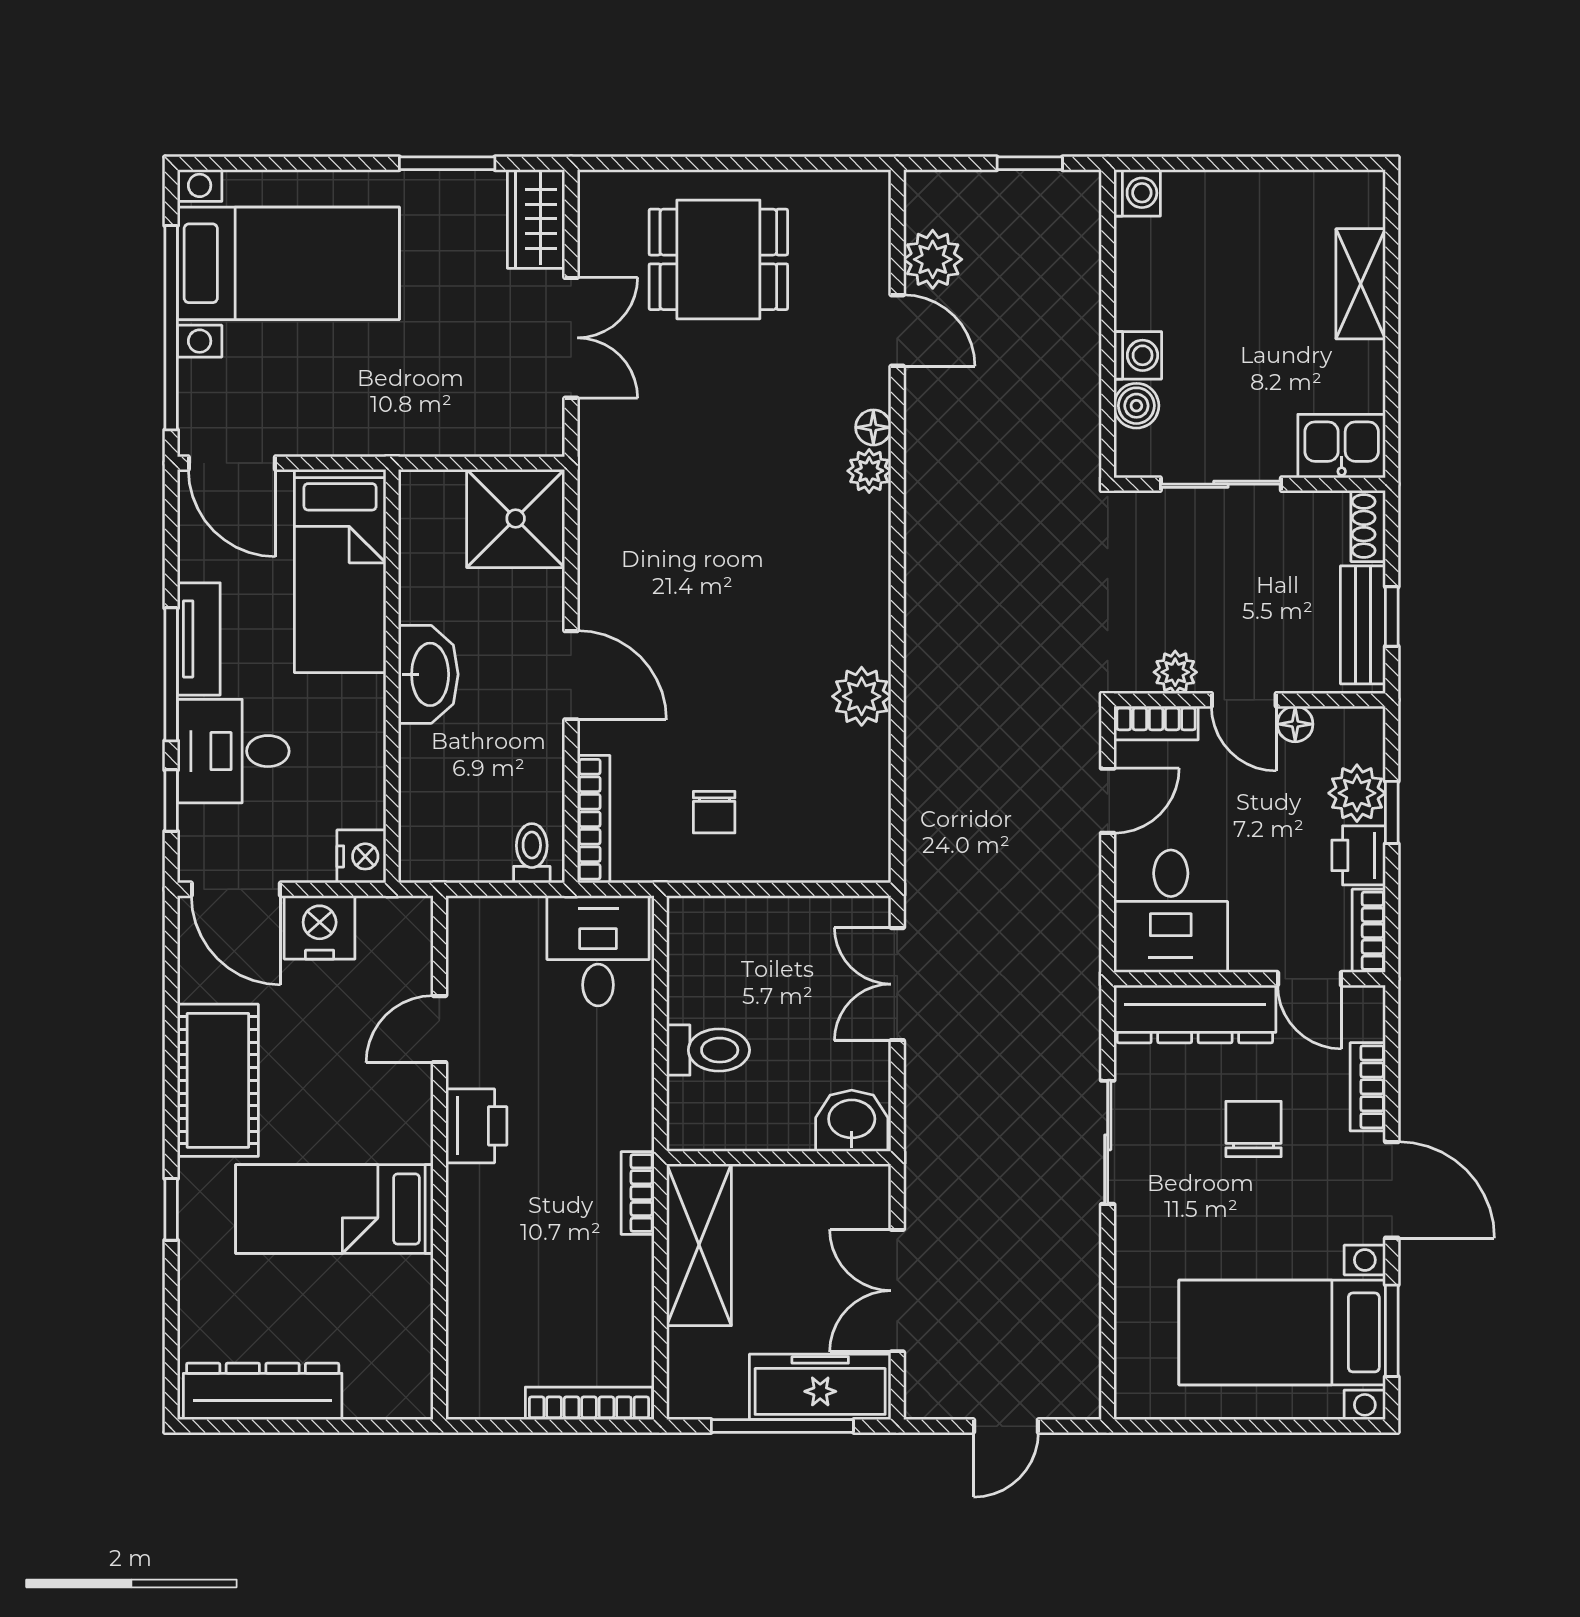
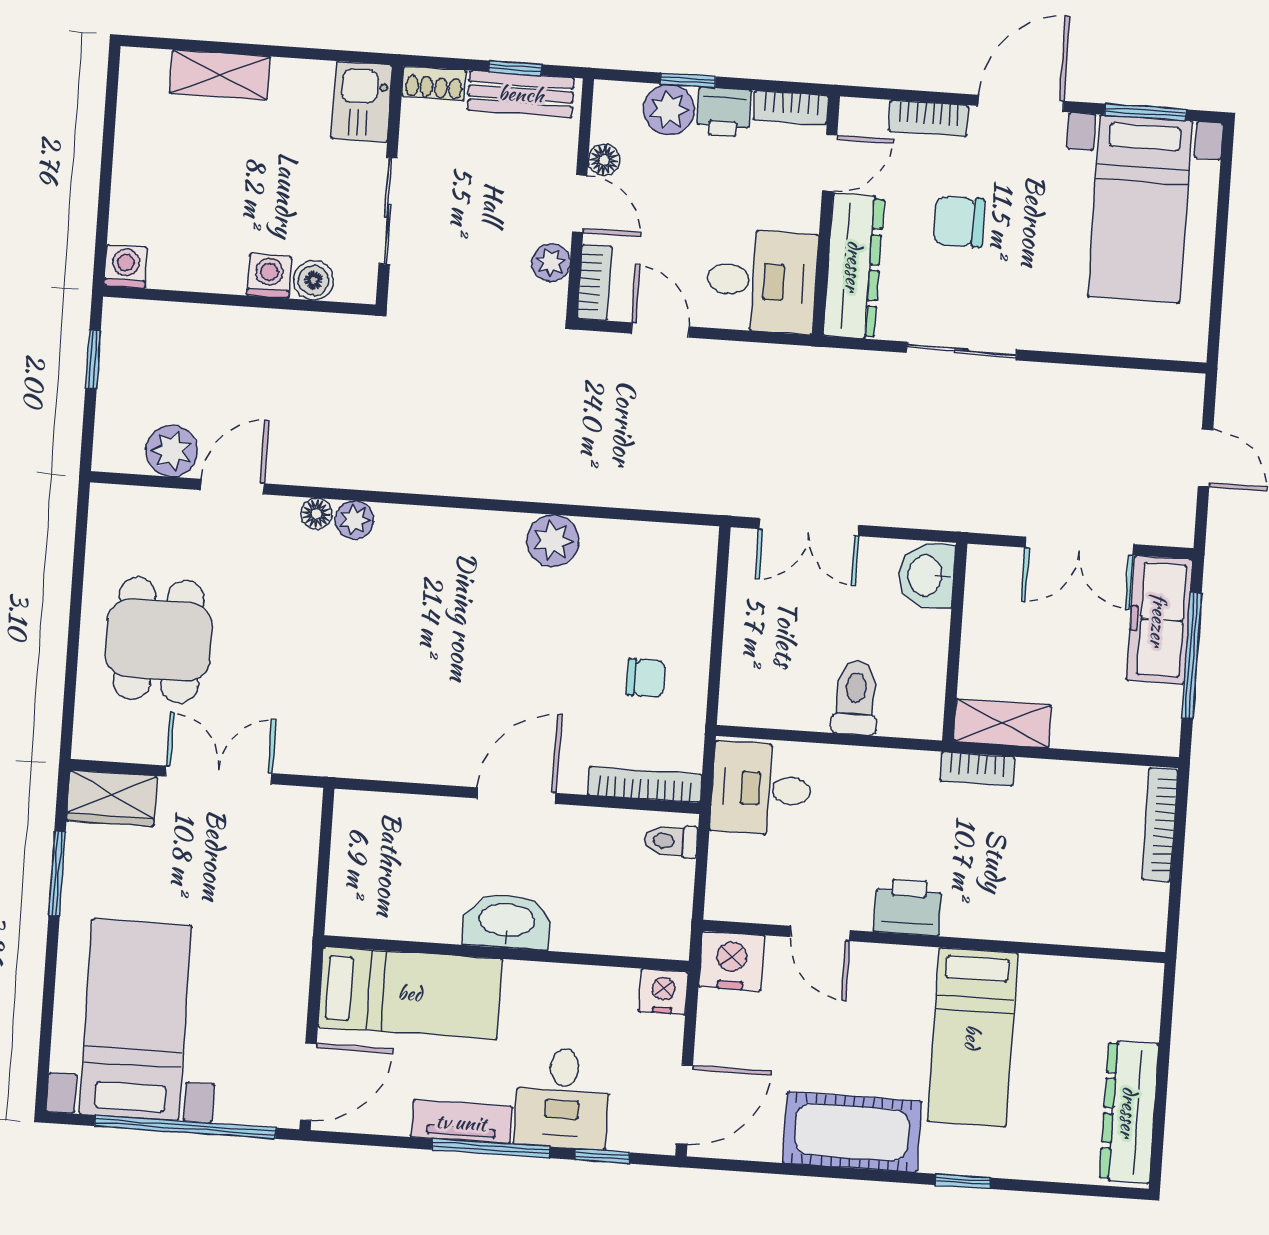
shower: (516, 518) -> (375, 835), removed
door: (1244, 700) -> (580, 204), hinge flipped
nightstand: (320, 927) -> (732, 961), moved, turned 90
shelving: (699, 1245) -> (1002, 723), width x0.67, depth x0.75

